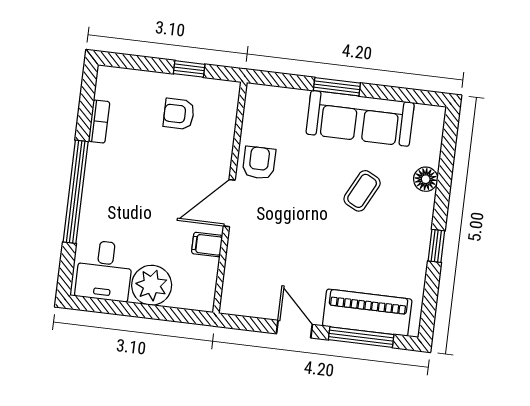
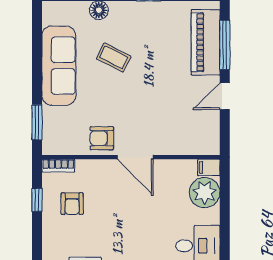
window: (337, 87) -> (37, 122), moved
bookcase: (230, 102) -> (58, 166), added
filing cabinet: (207, 245) -> (209, 167), moved, turned 90
plant: (152, 285) -> (205, 193), moved

